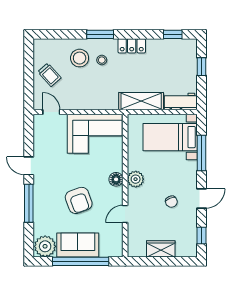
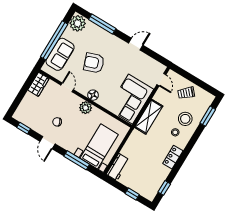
window: (100, 34) -> (208, 116), moved
shelving: (141, 101) -> (149, 117), moved
door: (51, 112) -> (161, 80), hinge flipped
window: (29, 203) -> (102, 24), moved
sofa: (78, 245) -> (60, 54), moved
wardrobe: (161, 249) -> (38, 84), moved

